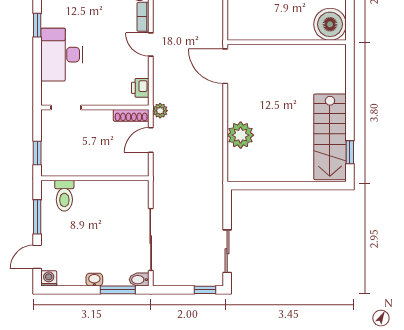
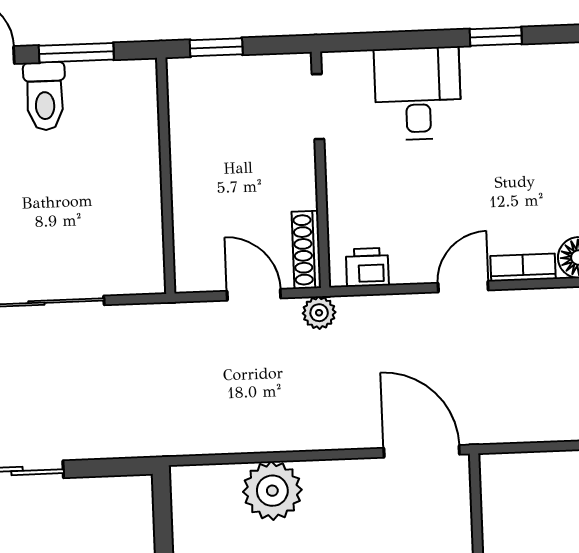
desk: (62, 55) -> (418, 93), width x0.73
door: (225, 66) -> (422, 451), hinge flipped
toilet: (64, 196) -> (45, 96), moved, turned -90

